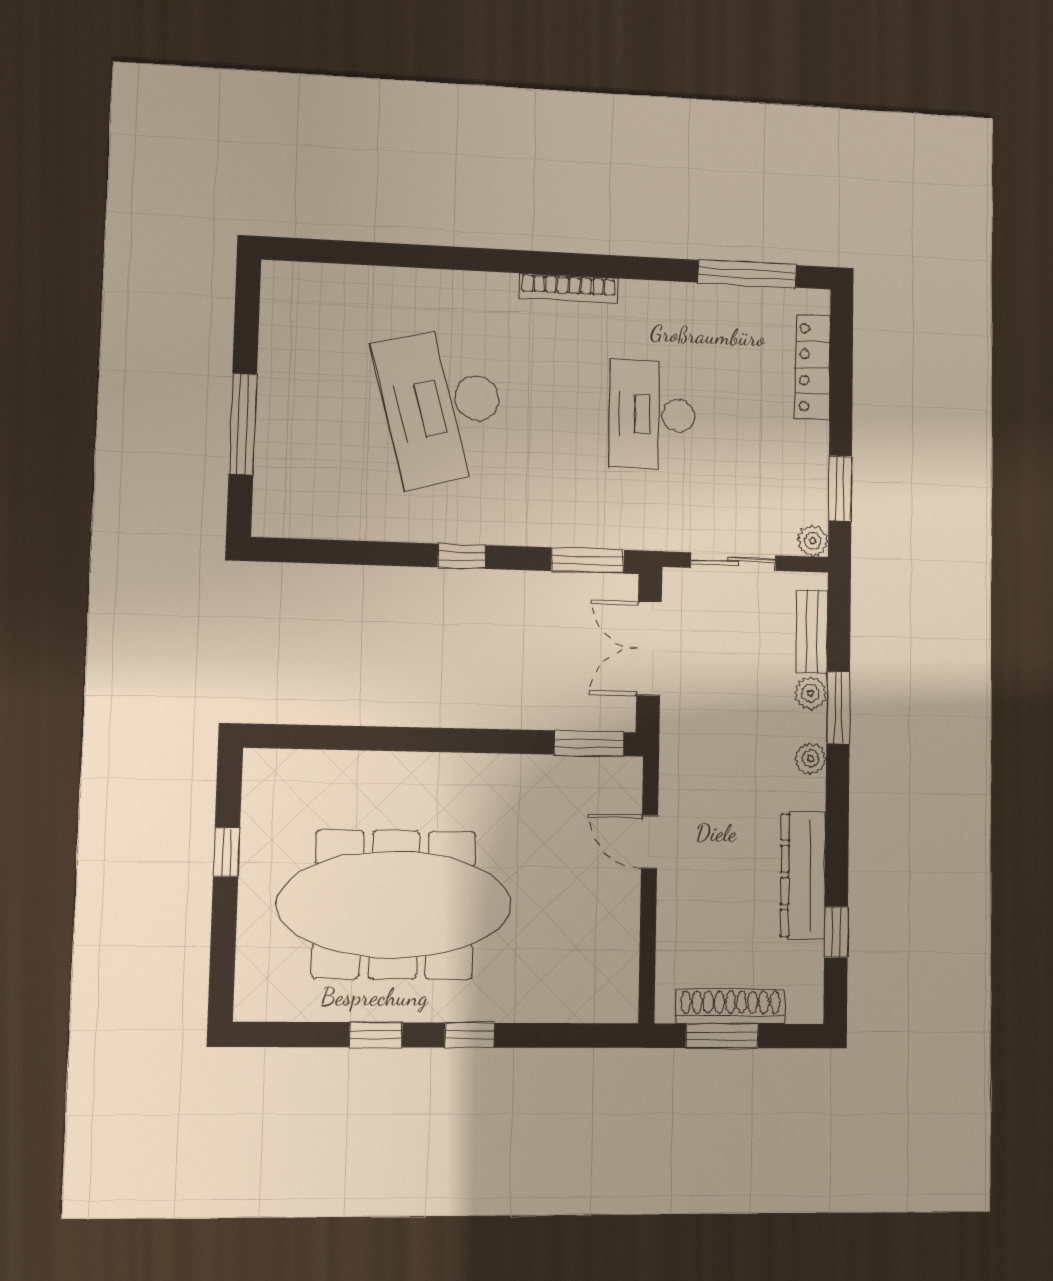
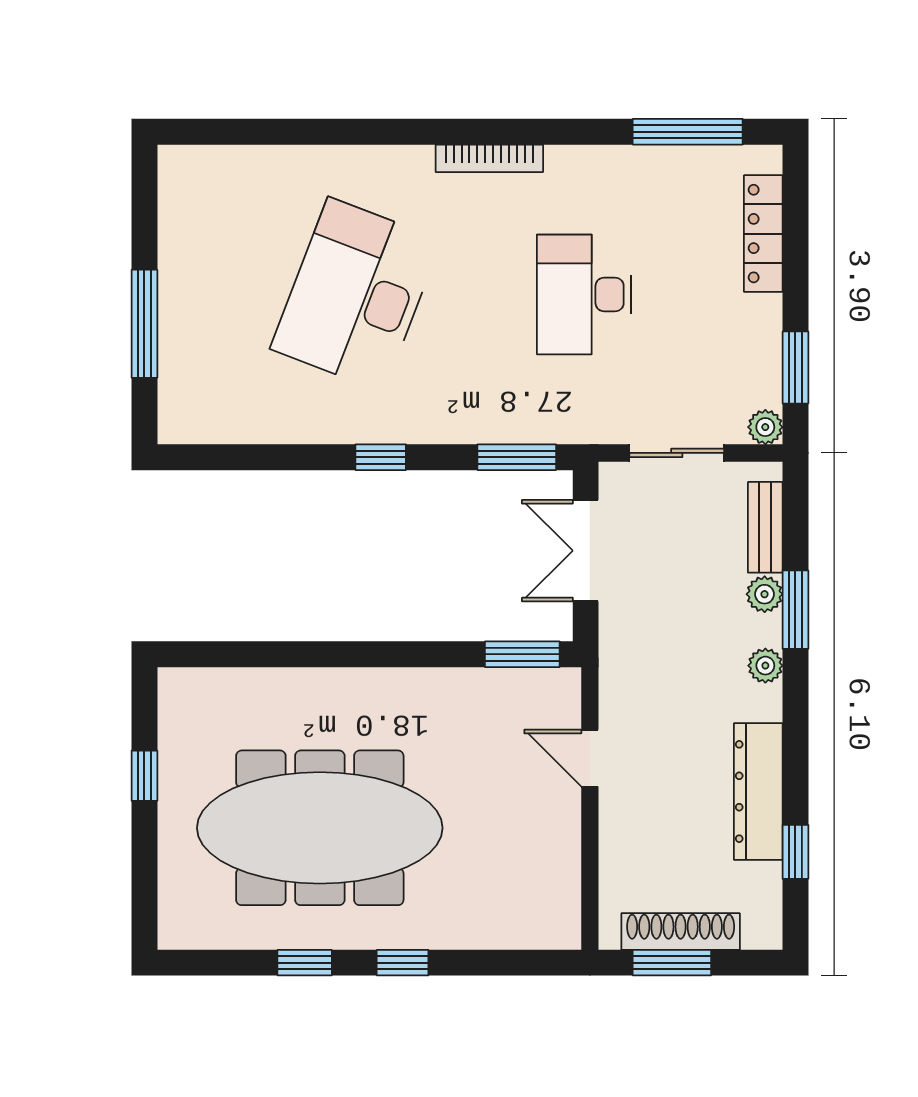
desk: (443, 406) -> (356, 294), turned 36

